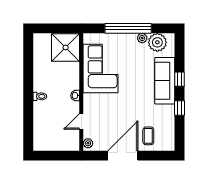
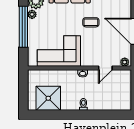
shower: (66, 47) -> (48, 98), moved
door: (81, 121) -> (105, 68), hinge flipped
coffee table: (148, 136) -> (91, 22), moved

